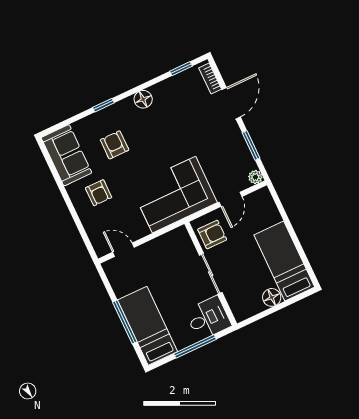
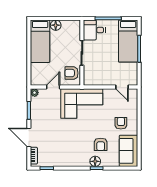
floor lamp: (143, 99) -> (95, 161), moved
door: (231, 103) -> (29, 137), hinge flipped

